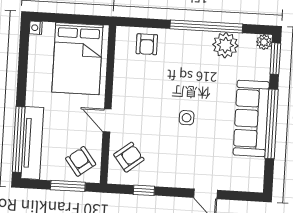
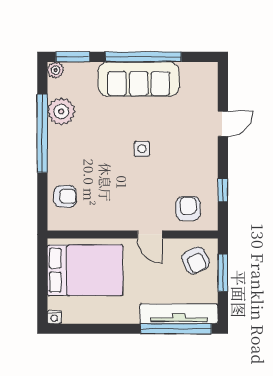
door: (107, 120) -> (150, 234), hinge flipped
armchair: (129, 157) -> (188, 209), turned 38
armchair: (81, 161) -> (196, 260), turned -79

